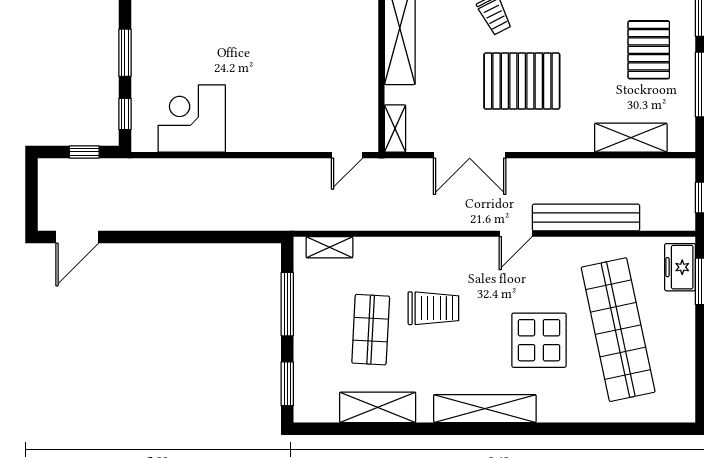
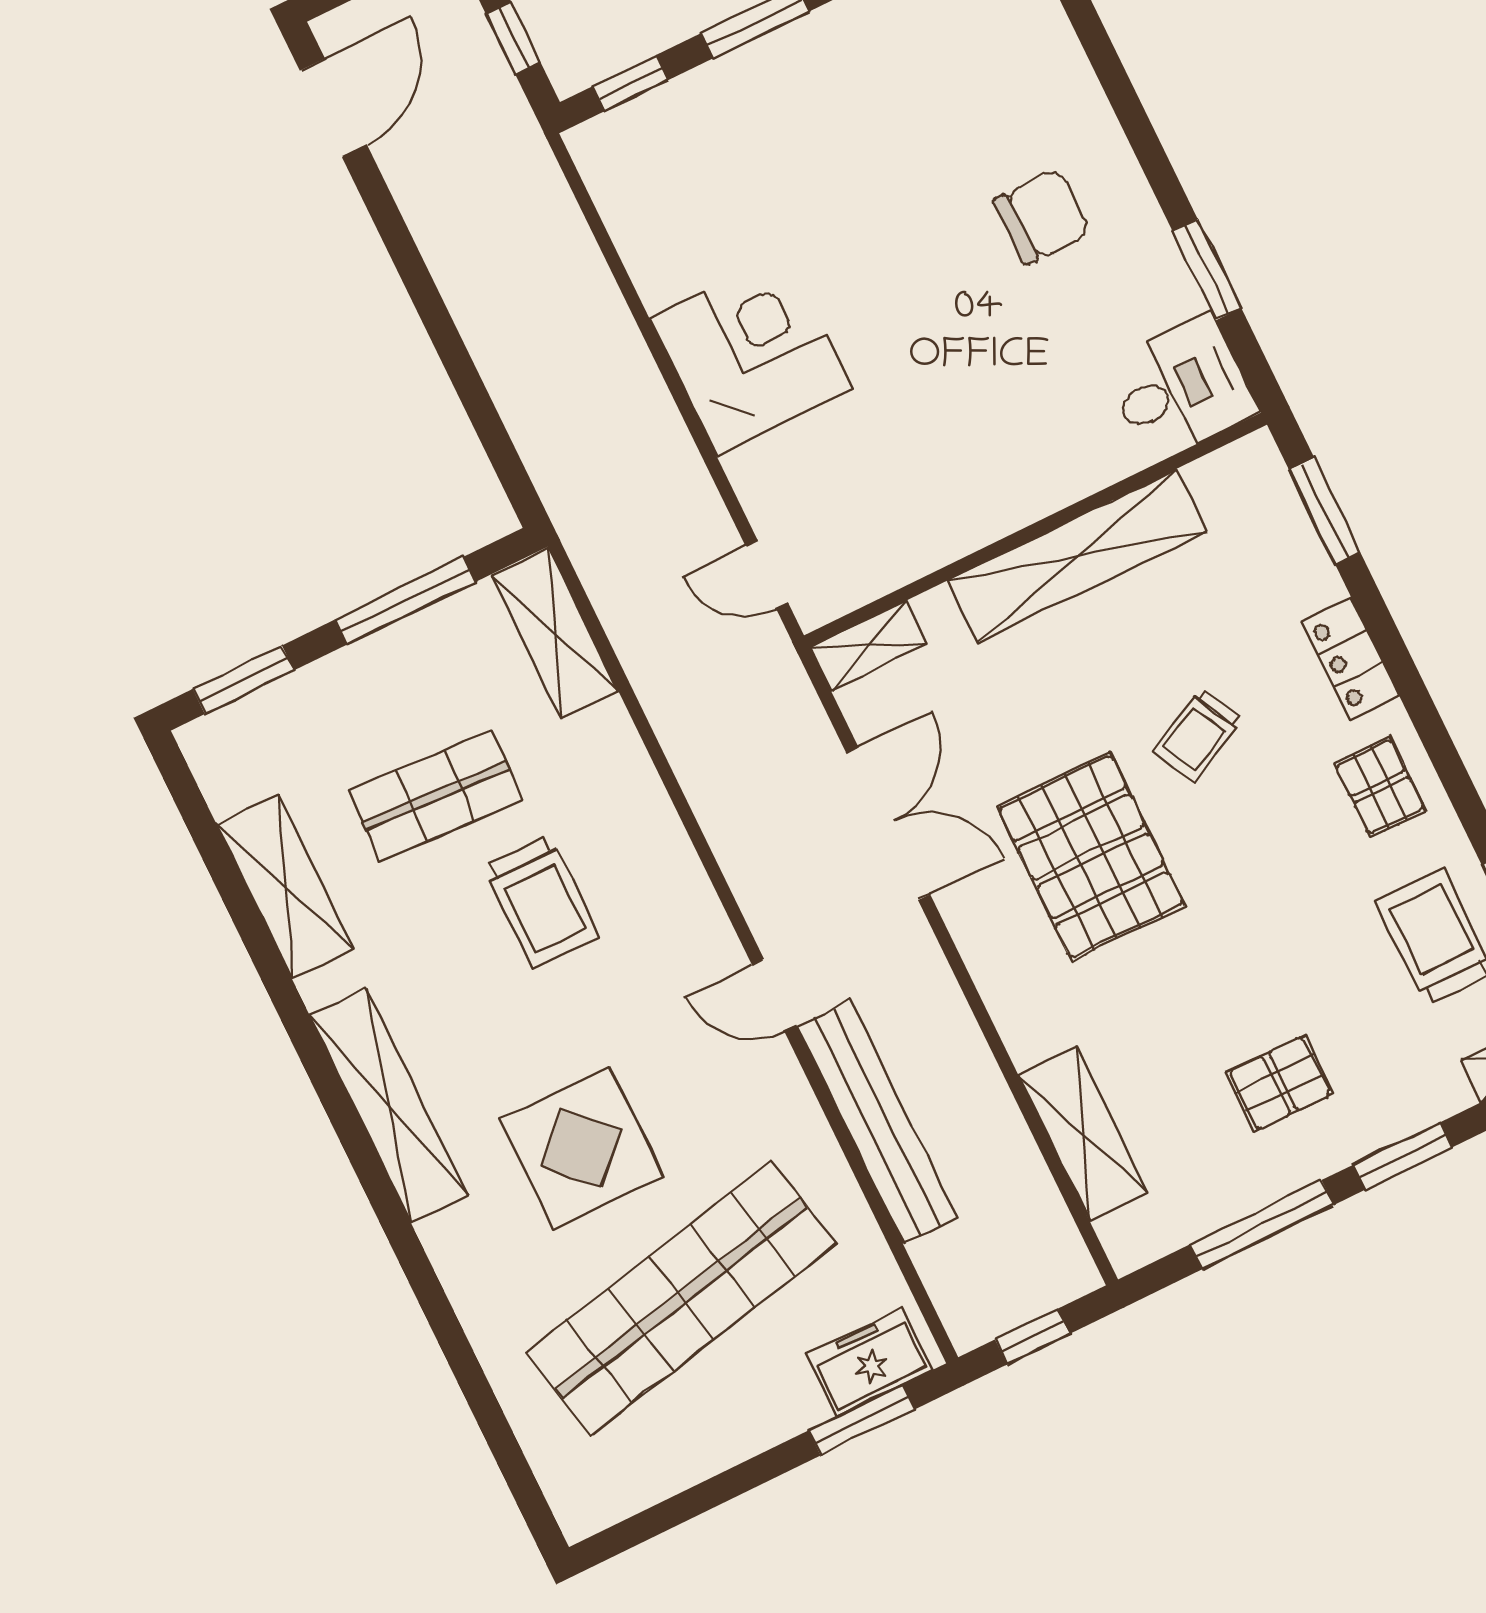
pallet: (649, 50) -> (1280, 1083), width x0.67, depth x0.71
corner desk: (192, 119) -> (751, 354), moved
double door: (470, 155) -> (888, 824), swing flipped
door: (77, 237) -> (333, 108), swing flipped
shelving: (329, 247) -> (555, 634), width x1.50, depth x1.33

